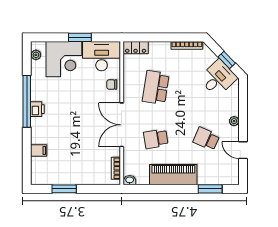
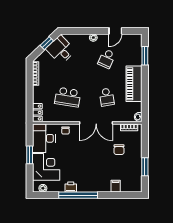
printer: (37, 109) -> (71, 187), moved
chair: (87, 155) -> (119, 150), added

